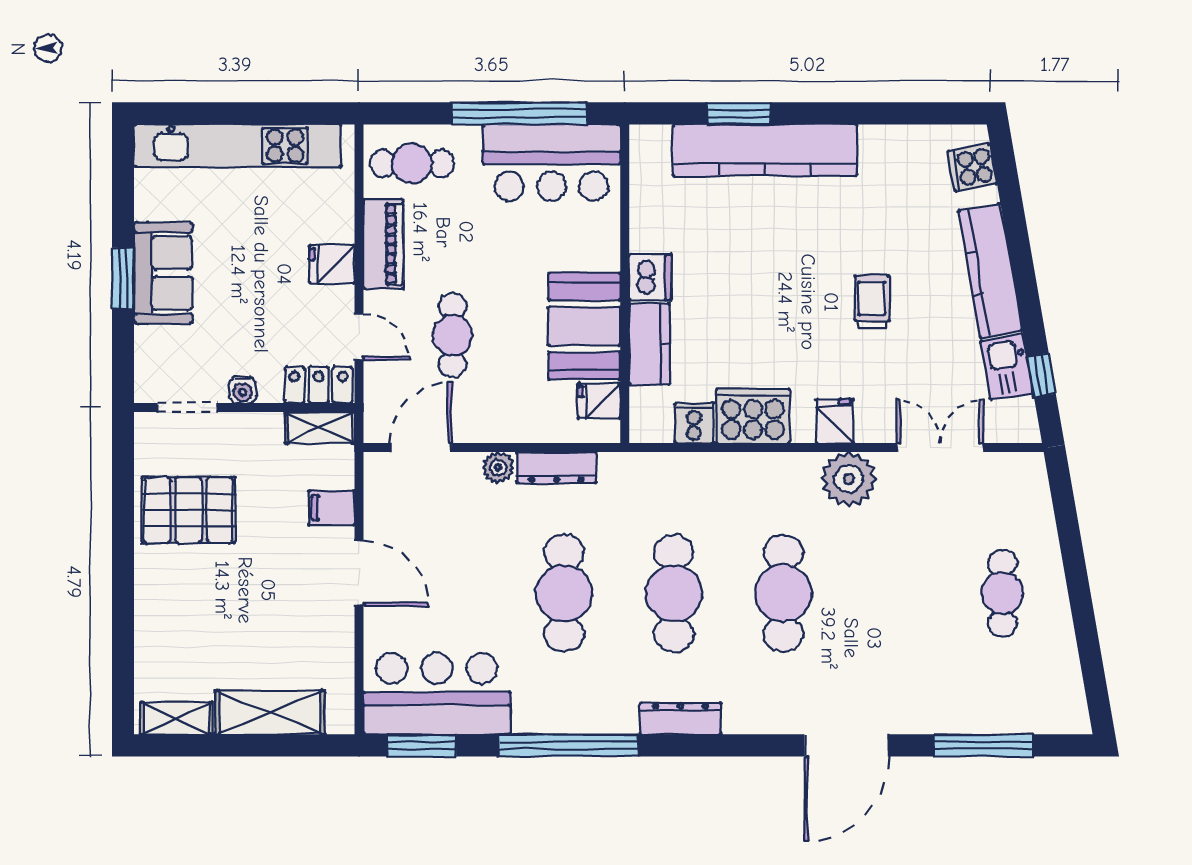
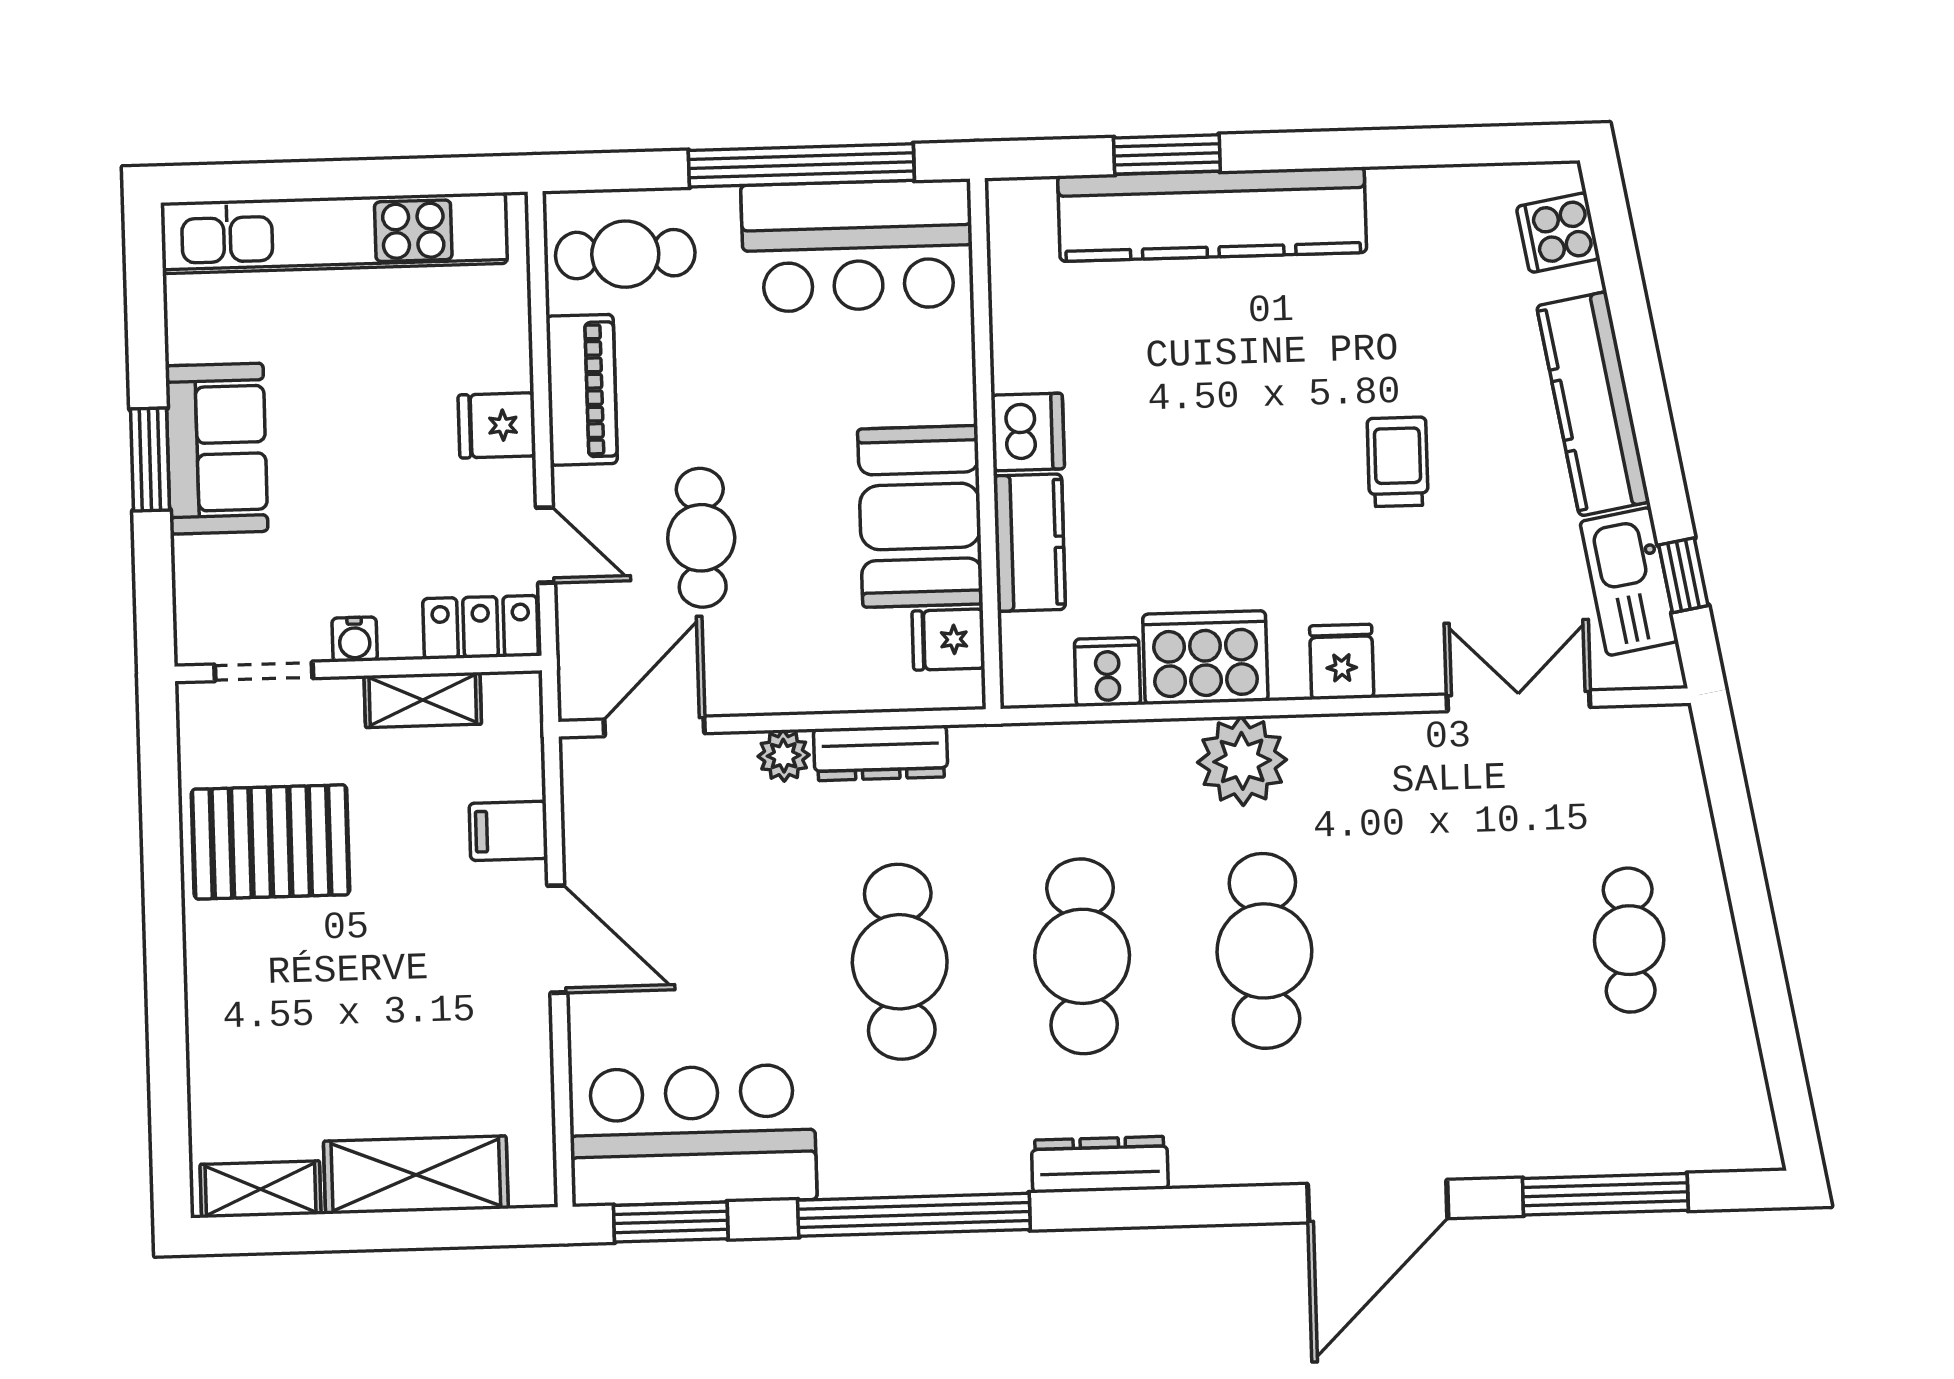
kitchen sink: (1007, 367) -> (1629, 581), width x1.38
shelving: (320, 428) -> (423, 700), moved
plant: (849, 479) -> (1242, 761), moved

